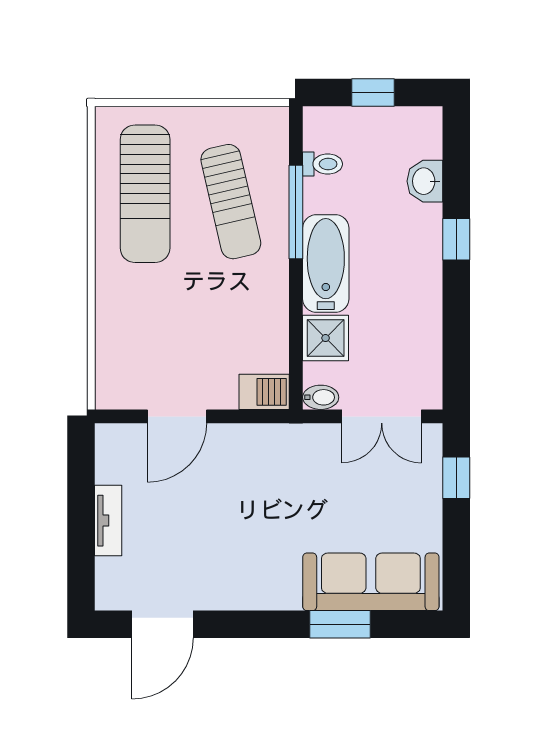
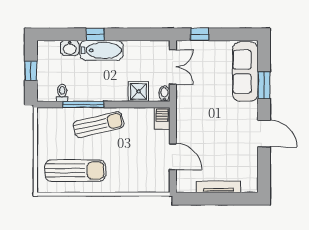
sun lounger: (231, 202) -> (99, 125), moved
bathtub: (326, 264) -> (102, 50), moved, turned 180
tv unit: (108, 521) -> (218, 187), width x1.41
door: (163, 624) -> (264, 134), moved

